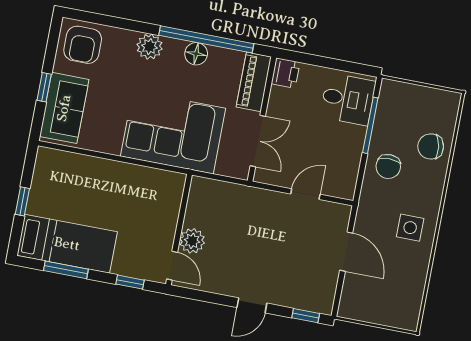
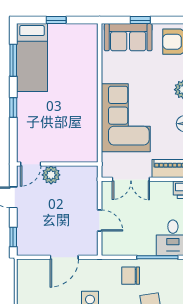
wall: (179, 230) -> (57, 164), moved
plant: (192, 241) -> (51, 175), moved
door: (172, 266) -> (31, 164), moved

